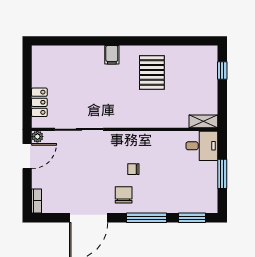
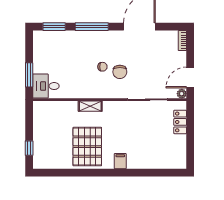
pallet: (152, 72) -> (87, 147), width x1.37, depth x1.41
shelving: (203, 121) -> (90, 106), moved
window: (222, 174) -> (29, 75), moved
chair: (124, 195) -> (120, 72), moved

